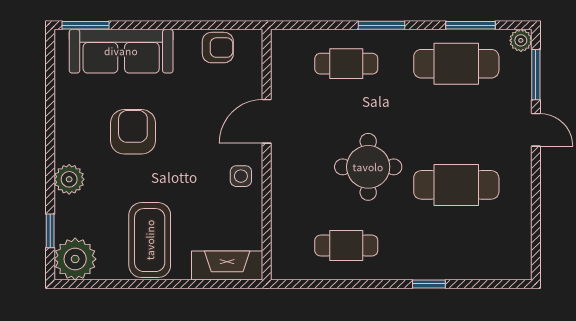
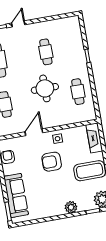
door: (267, 121) -> (34, 132), swing flipped
armchair: (133, 132) -> (52, 162), moved
cafe table: (456, 185) -> (46, 52), width x0.73, depth x0.74

